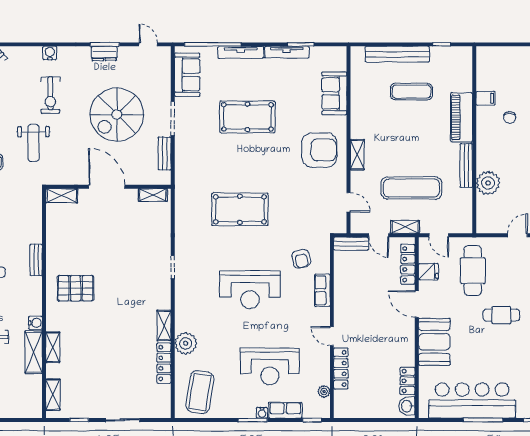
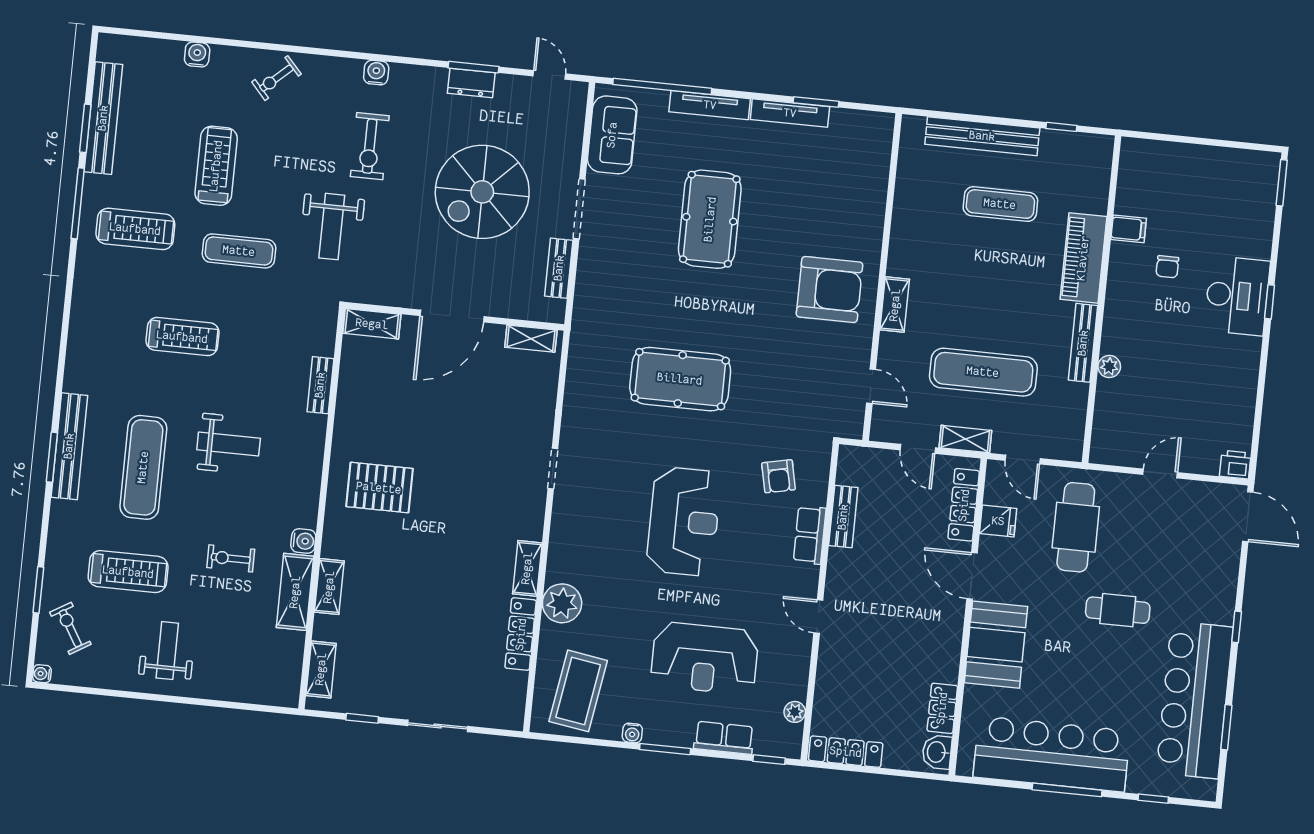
sofa: (334, 93) -> (865, 193), removed
pool table: (247, 117) -> (710, 219), turned 90
plant: (488, 183) -> (1109, 366), width x0.53, depth x0.53
door: (107, 187) -> (452, 316), swing flipped
bench: (351, 244) -> (843, 517), moved, turned 90
bench: (36, 260) -> (320, 385), moved
reception desk: (250, 290) -> (684, 521), turned -90
locker: (341, 368) -> (846, 752), moved, turned -90
water cooler: (262, 413) -> (632, 733), moved

